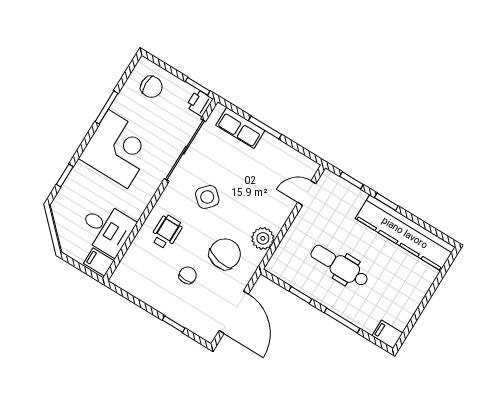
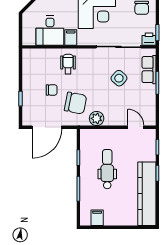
side table: (207, 197) -> (119, 78), moved
wheelchair: (166, 232) -> (68, 64), turned -90
filing cabinet: (99, 262) -> (71, 37), moved
filing cabinet: (387, 334) -> (97, 218), moved

